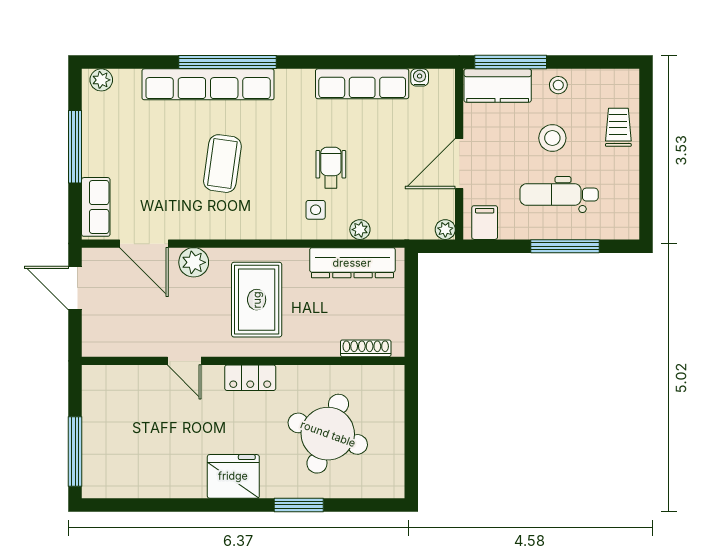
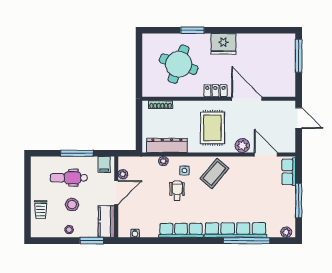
window: (227, 62) -> (247, 241), moved
window: (511, 62) -> (92, 241), width x0.69
row of seats: (362, 84) -> (181, 230), moved
kitchen counter: (498, 86) -> (106, 222), moved, turned -90
coffee table: (222, 164) -> (214, 173), moved, turned 32
wheelchair: (331, 168) -> (177, 191), turned 180
dental chair: (559, 195) -> (69, 178), turned 180
plant: (445, 230) -> (123, 174), moved
window: (565, 246) -> (77, 153), moved
door: (75, 288) -> (299, 118), moved
door: (184, 361) -> (247, 99), width x1.88

